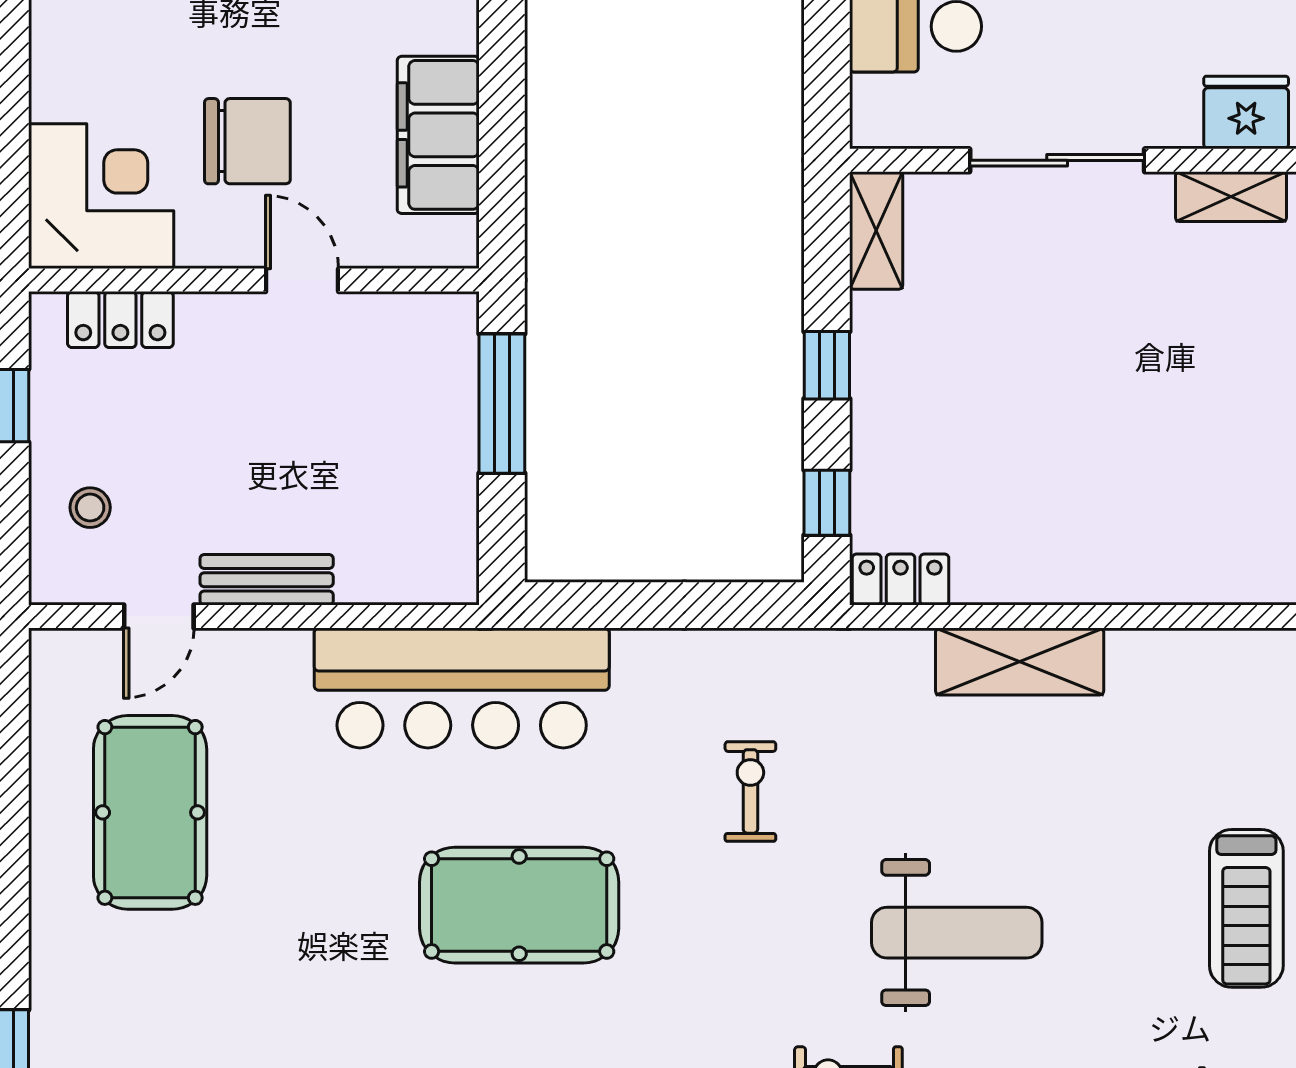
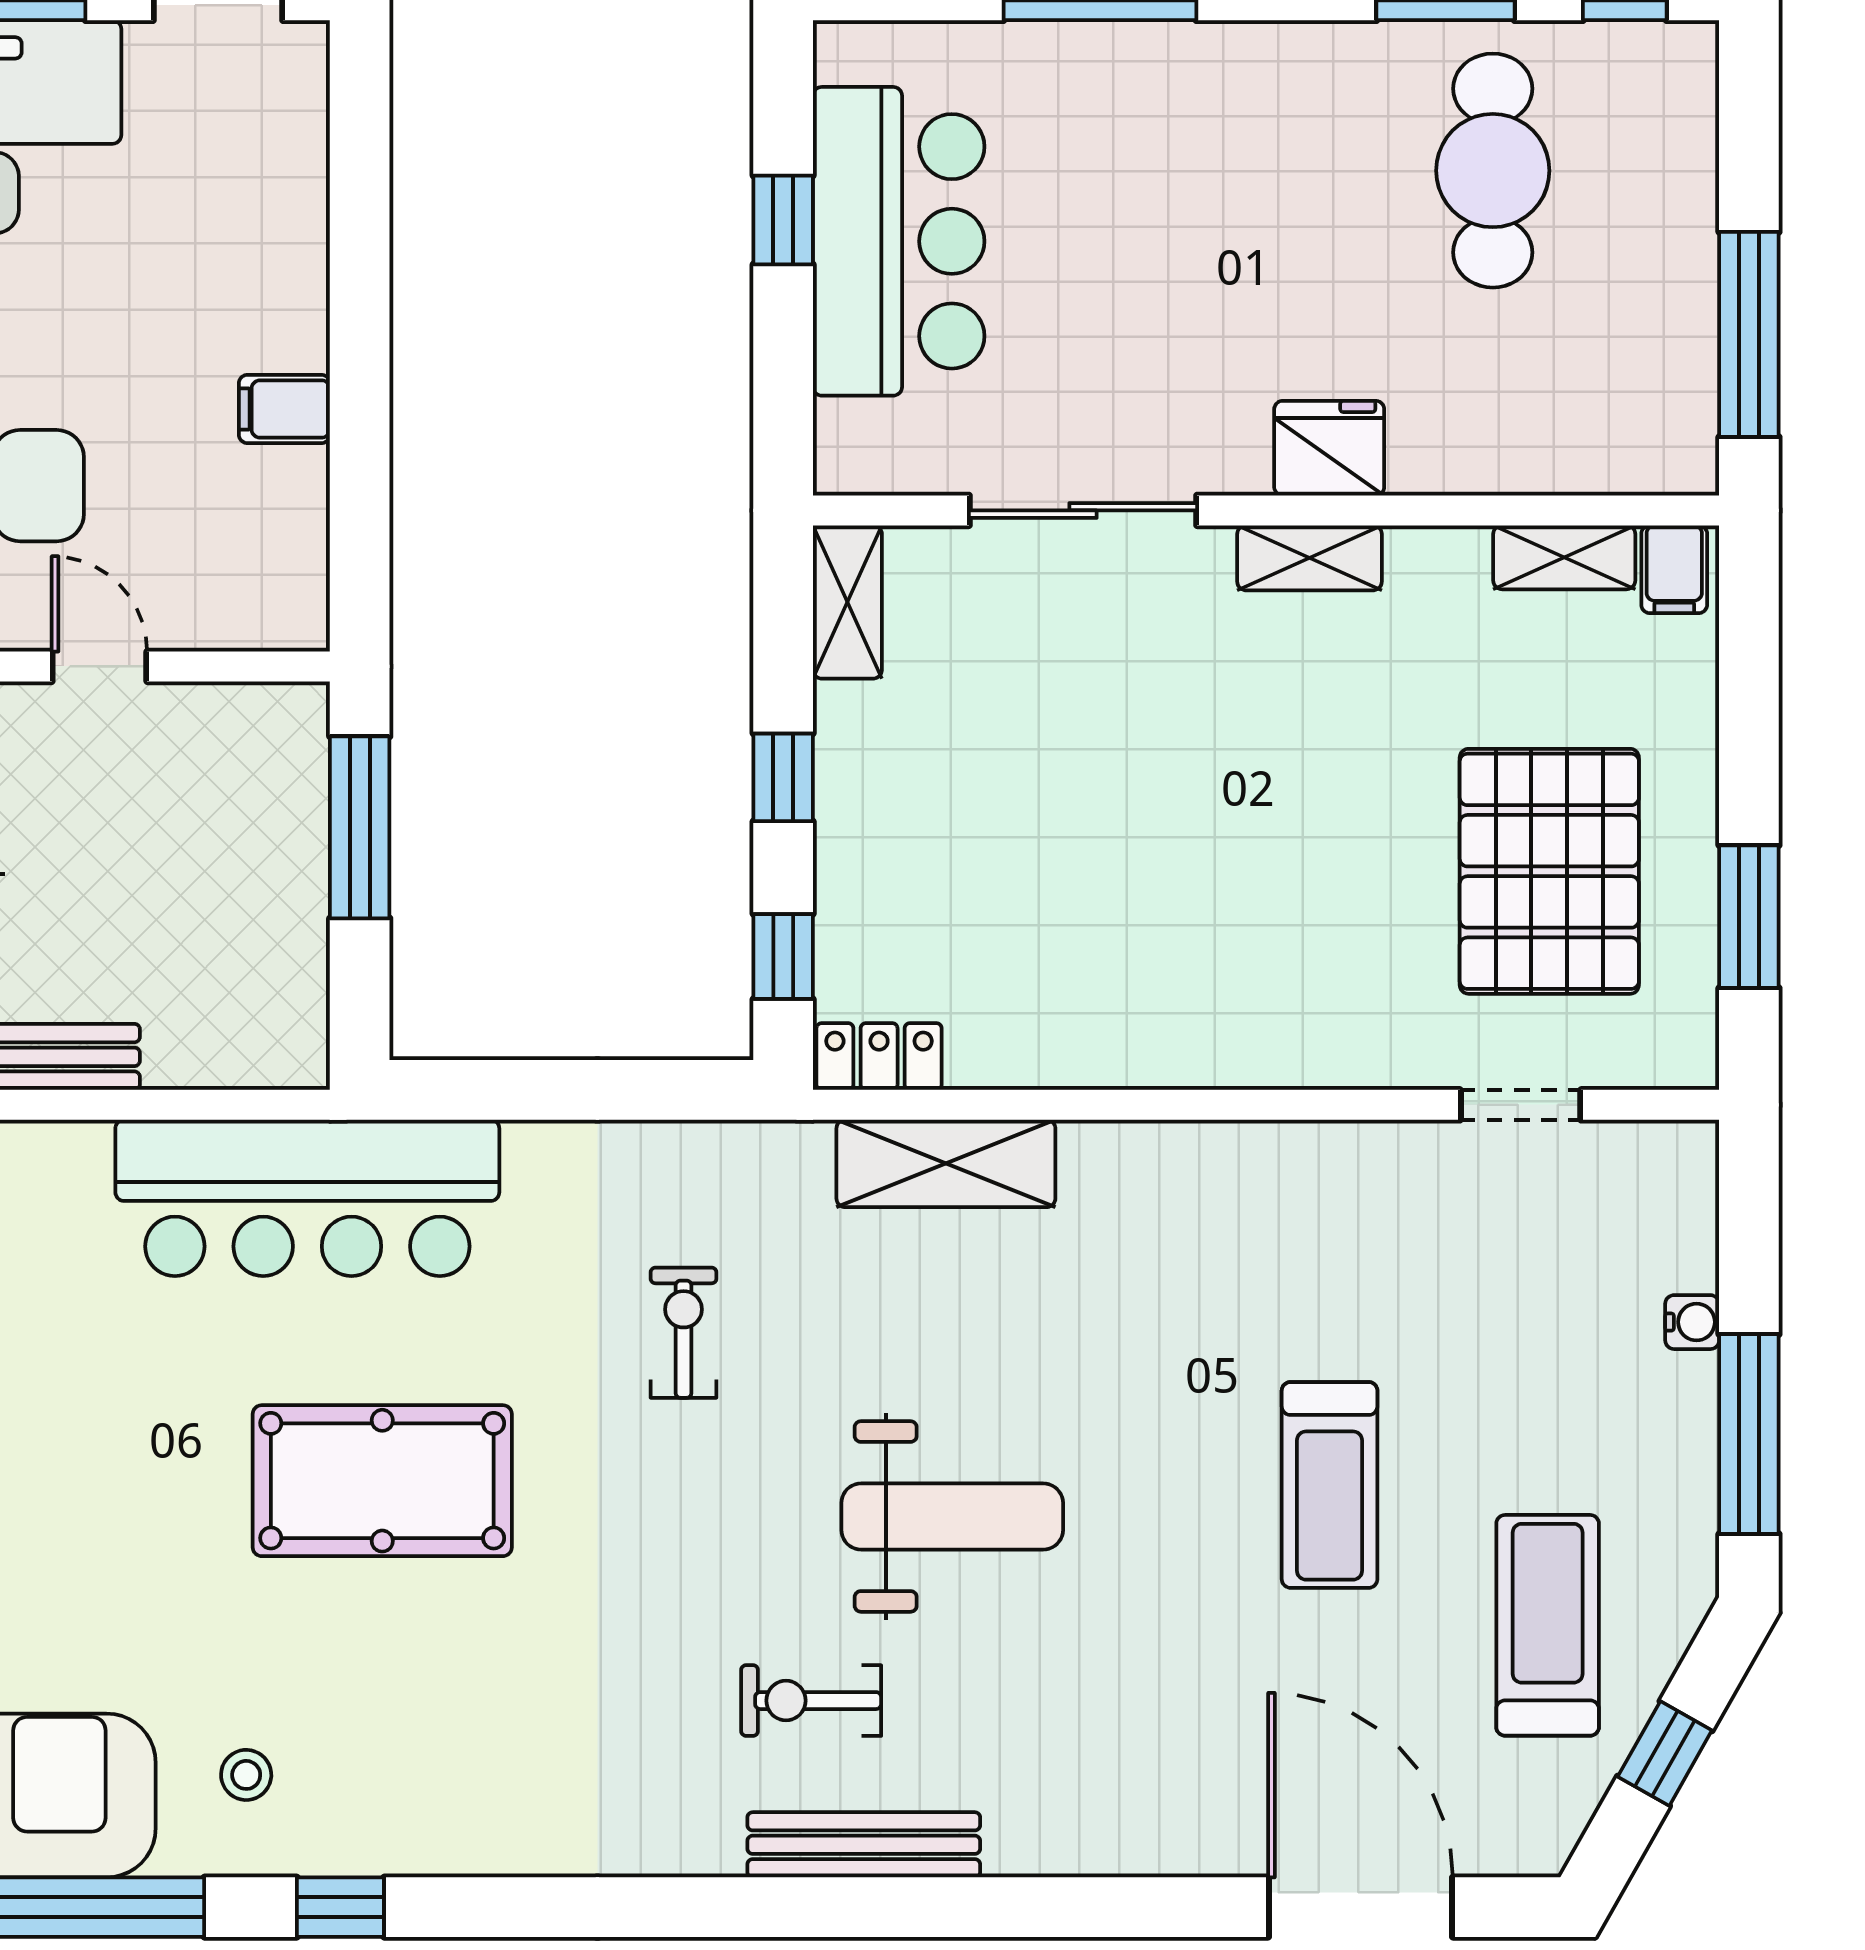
filing cabinet: (438, 135) -> (284, 409), width x0.33, depth x0.86
shelving: (1020, 662) -> (946, 1163), moved

